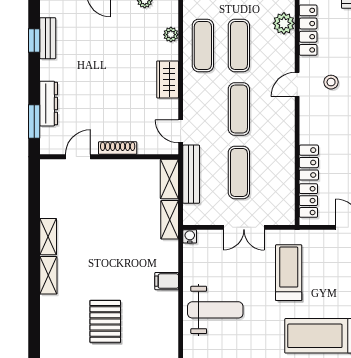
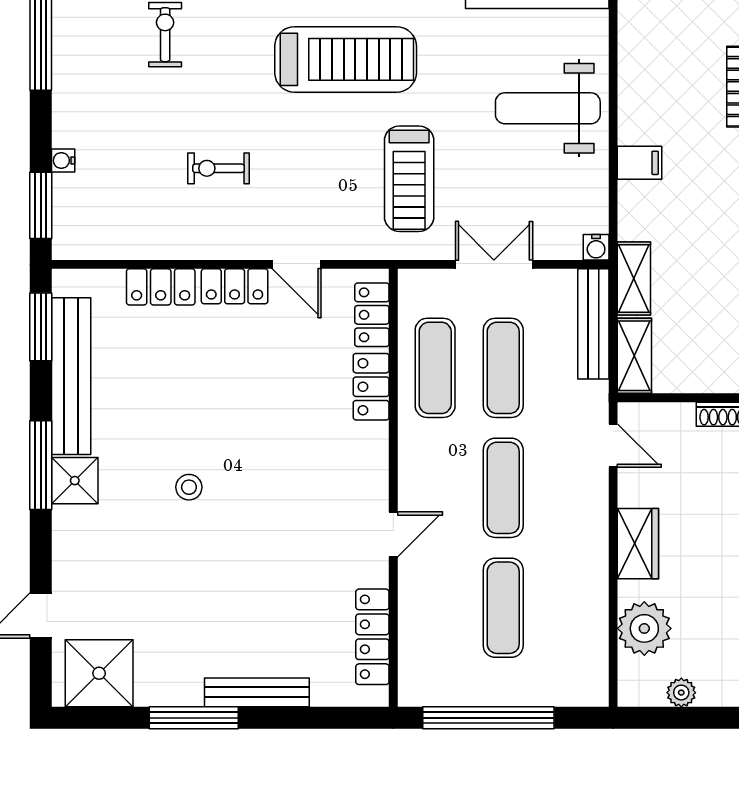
plant: (284, 23) -> (418, 649), removed
plant: (171, 35) -> (644, 628), width x1.88, depth x1.88
exercise mat: (203, 46) -> (435, 368), moved
stool: (331, 82) -> (329, 539), removed
bench: (191, 174) -> (593, 324), moved

